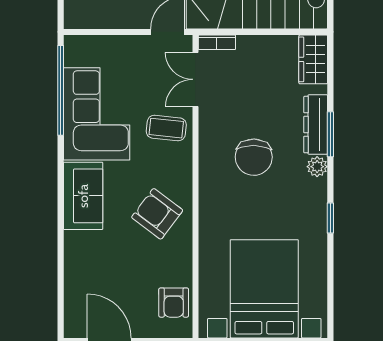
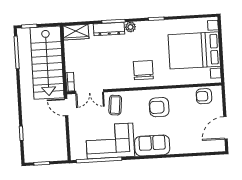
chair: (254, 157) -> (143, 70), moved, turned -91
armchair: (157, 214) -> (159, 107), turned 53
armchair: (174, 303) -> (204, 96), turned 180

